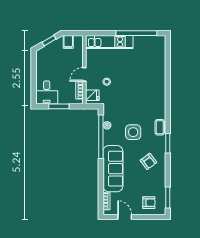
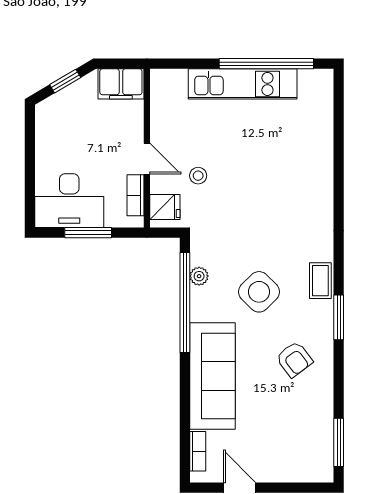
filing cabinet: (68, 42) -> (121, 84), width x2.00
kitchen unit: (109, 42) -> (243, 84), moved
door: (84, 74) -> (147, 159), swing flipped
desk: (47, 93) -> (69, 201), width x1.37
side table: (133, 132) -> (259, 292), turned 45
armchair: (149, 203) -> (295, 454), removed

